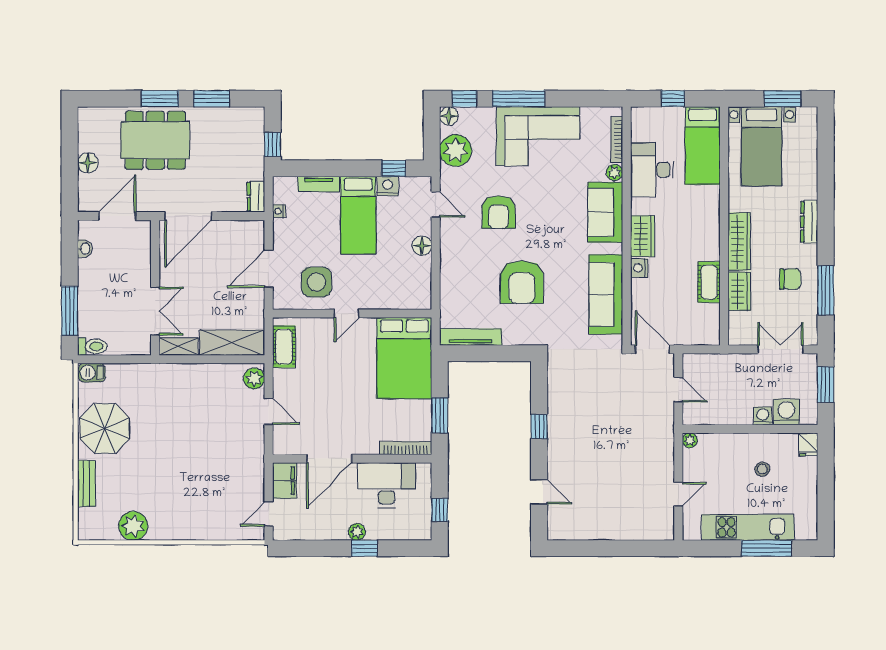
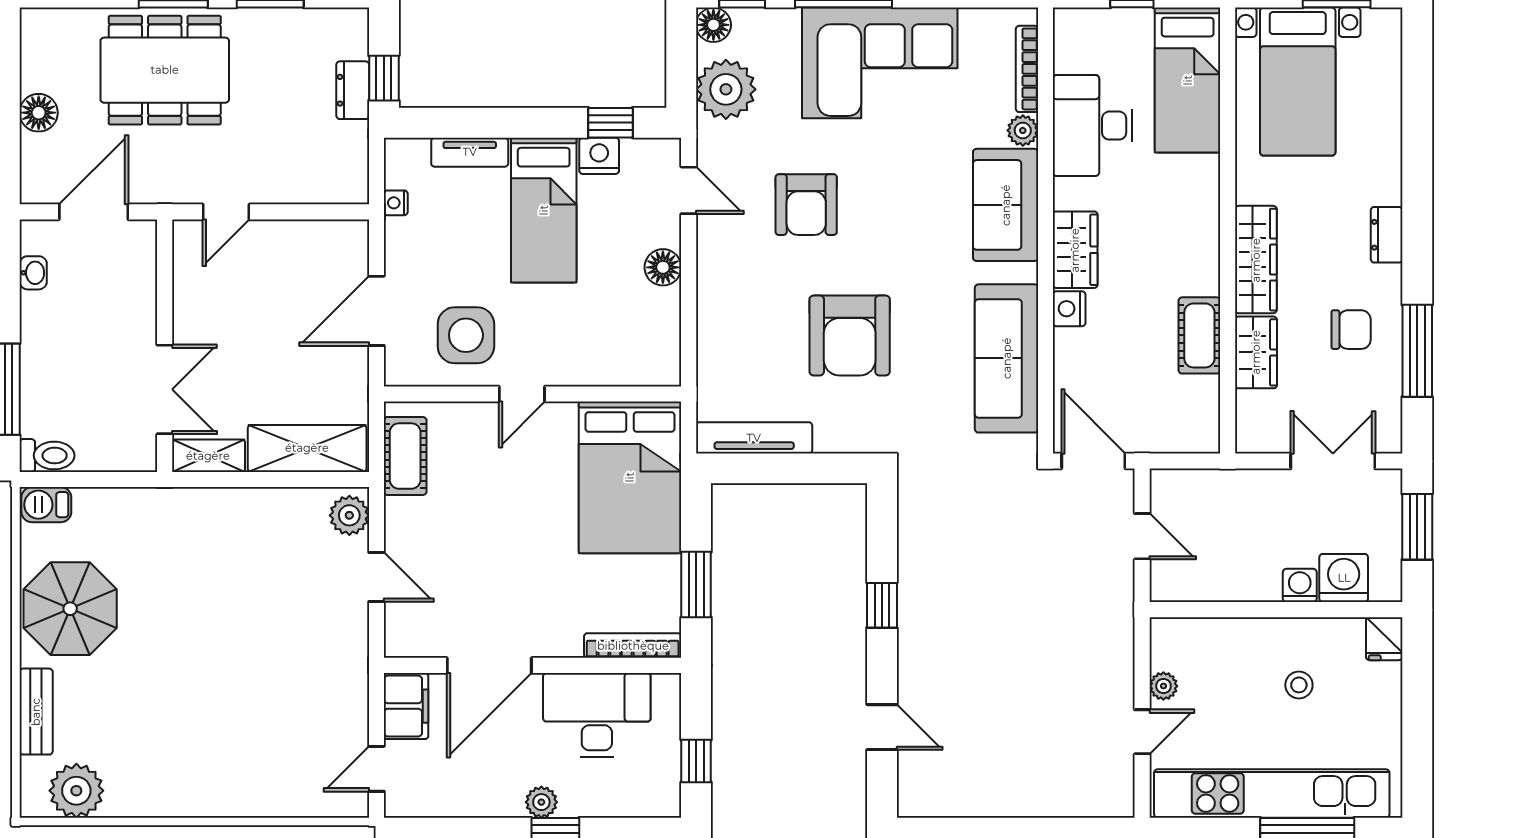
dresser: (256, 197) -> (353, 90), moved
door: (188, 216) -> (226, 212), width x0.53
dresser: (809, 222) -> (1387, 235), width x0.70
plant: (690, 440) -> (1163, 686), moved
plant: (133, 526) -> (76, 791), moved
kitchen unit: (748, 527) -> (1272, 793), width x1.36

